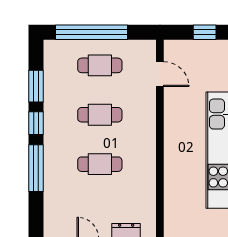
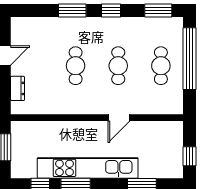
door: (160, 74) -> (119, 118), moved
window: (36, 86) -> (158, 11), moved
window: (36, 168) -> (72, 11), width x0.69

